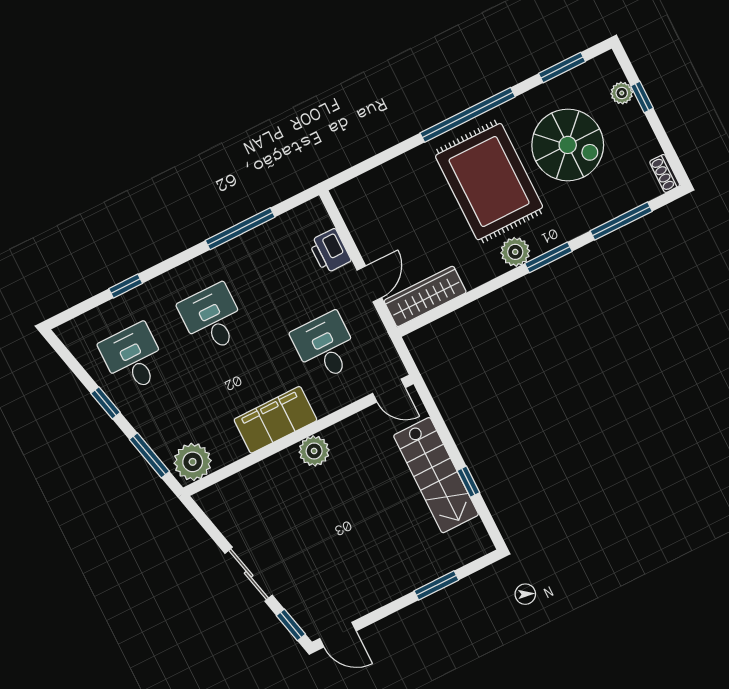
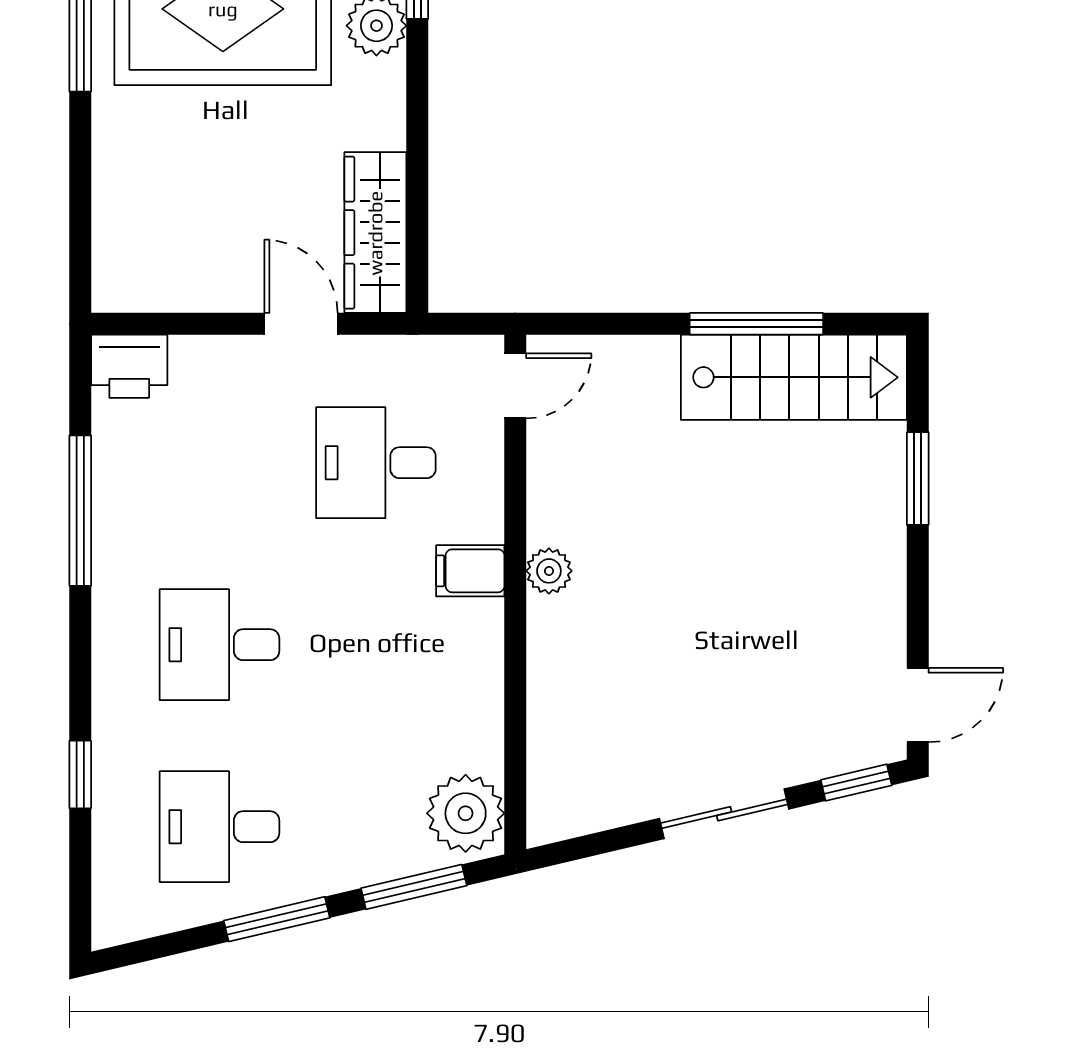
printer: (330, 251) -> (129, 366), moved
window: (106, 403) -> (277, 919), width x1.50
filing cabinet: (275, 420) -> (470, 571), width x0.33, depth x0.86
plant: (314, 451) -> (549, 571), width x0.73, depth x0.73
stairs: (436, 475) -> (794, 377), moved
window: (468, 482) -> (756, 324), width x2.17

